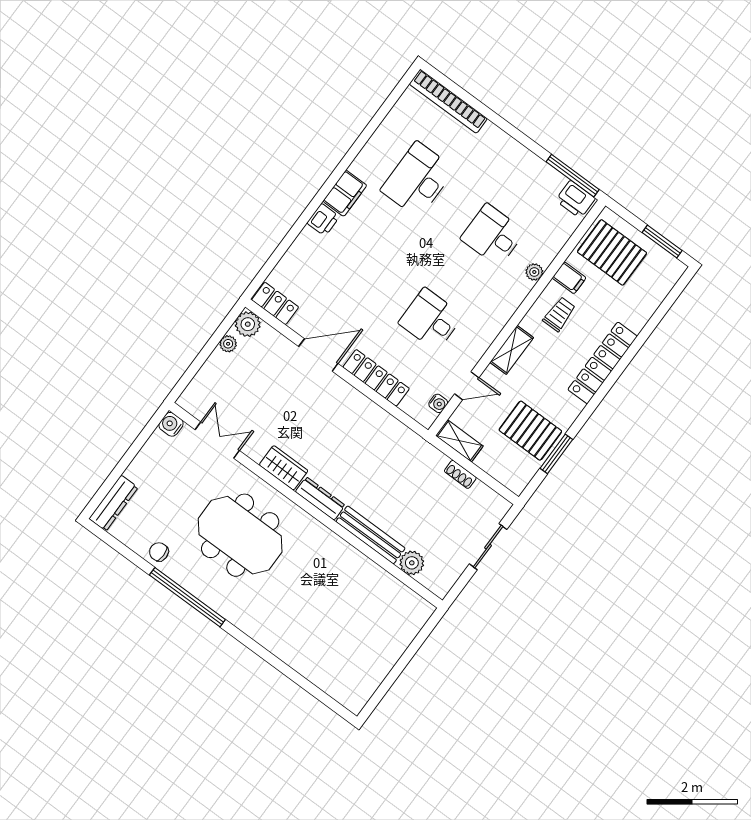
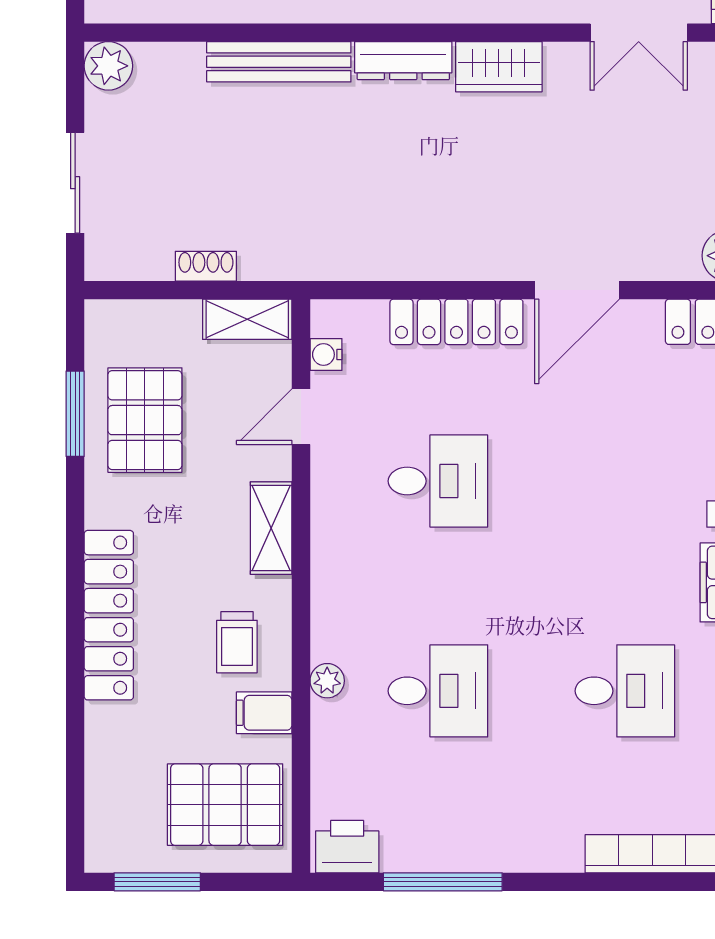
window: (573, 176) -> (443, 882), moved
desk: (418, 180) -> (625, 691), width x0.73
pallet: (530, 431) -> (145, 420), turned 90
plant: (412, 563) -> (108, 66), moved

